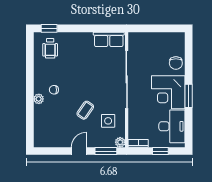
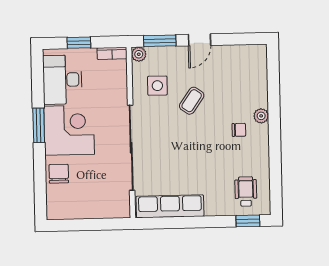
row of seats: (109, 39) -> (170, 206), width x1.48

